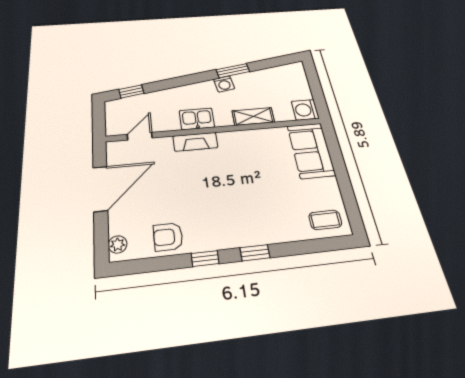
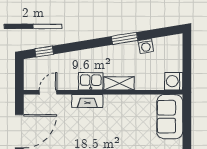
washing machine: (224, 84) -> (146, 46), moved
shelving: (253, 116) -> (119, 83), moved

